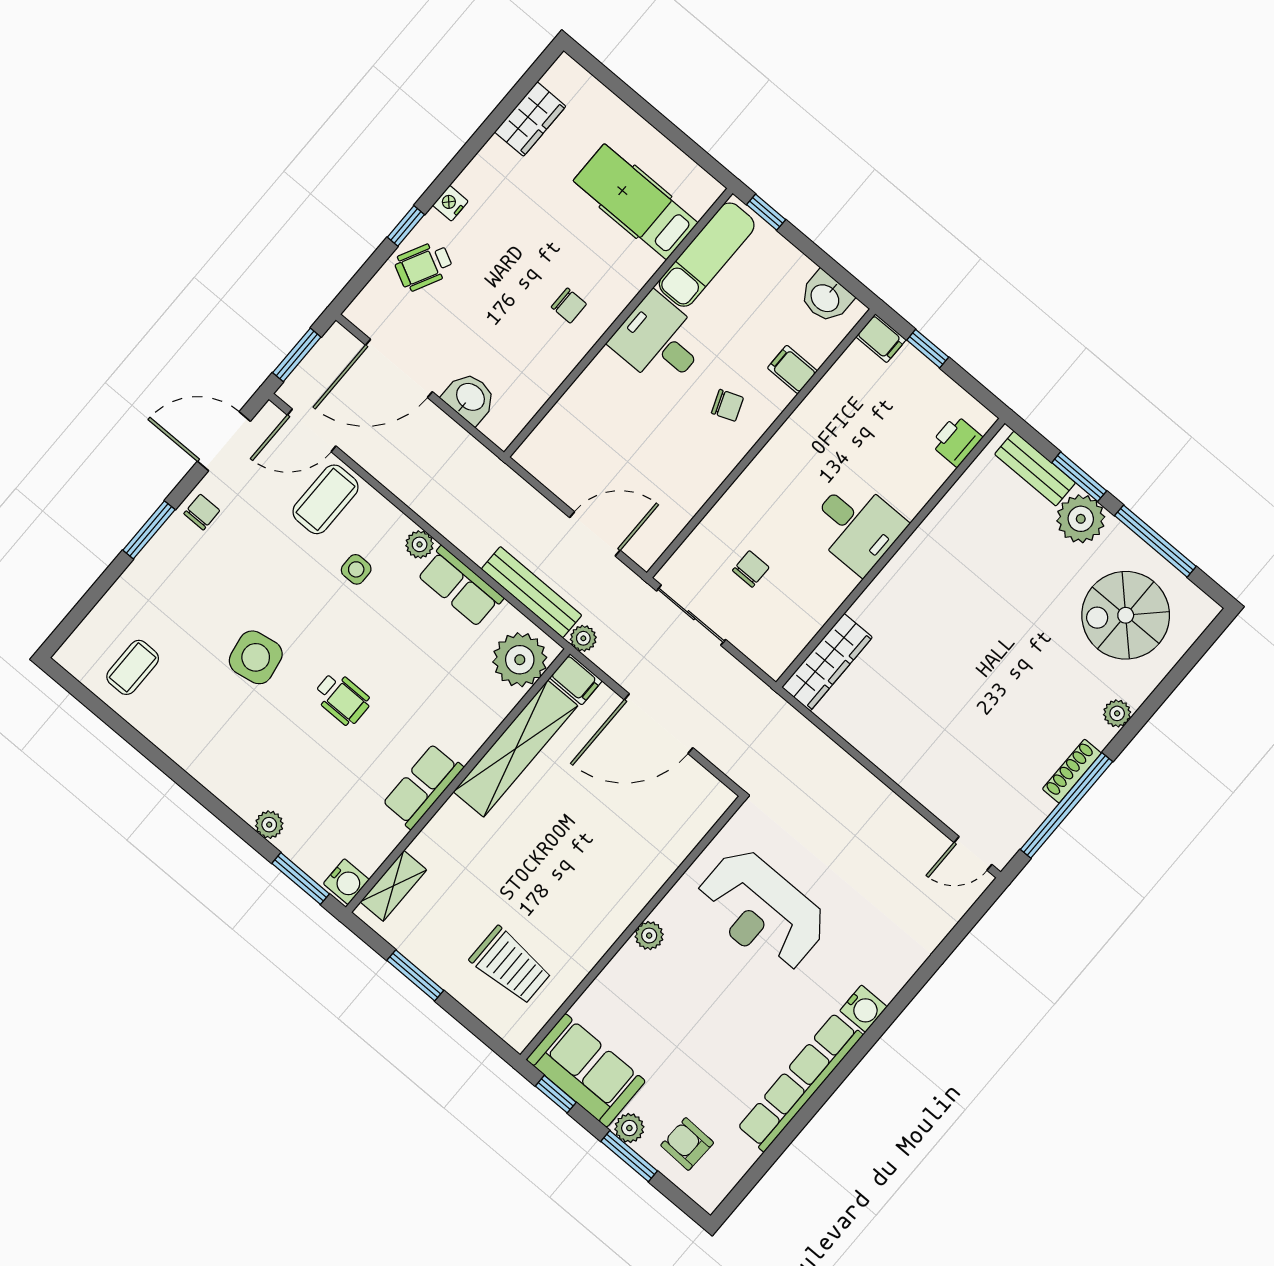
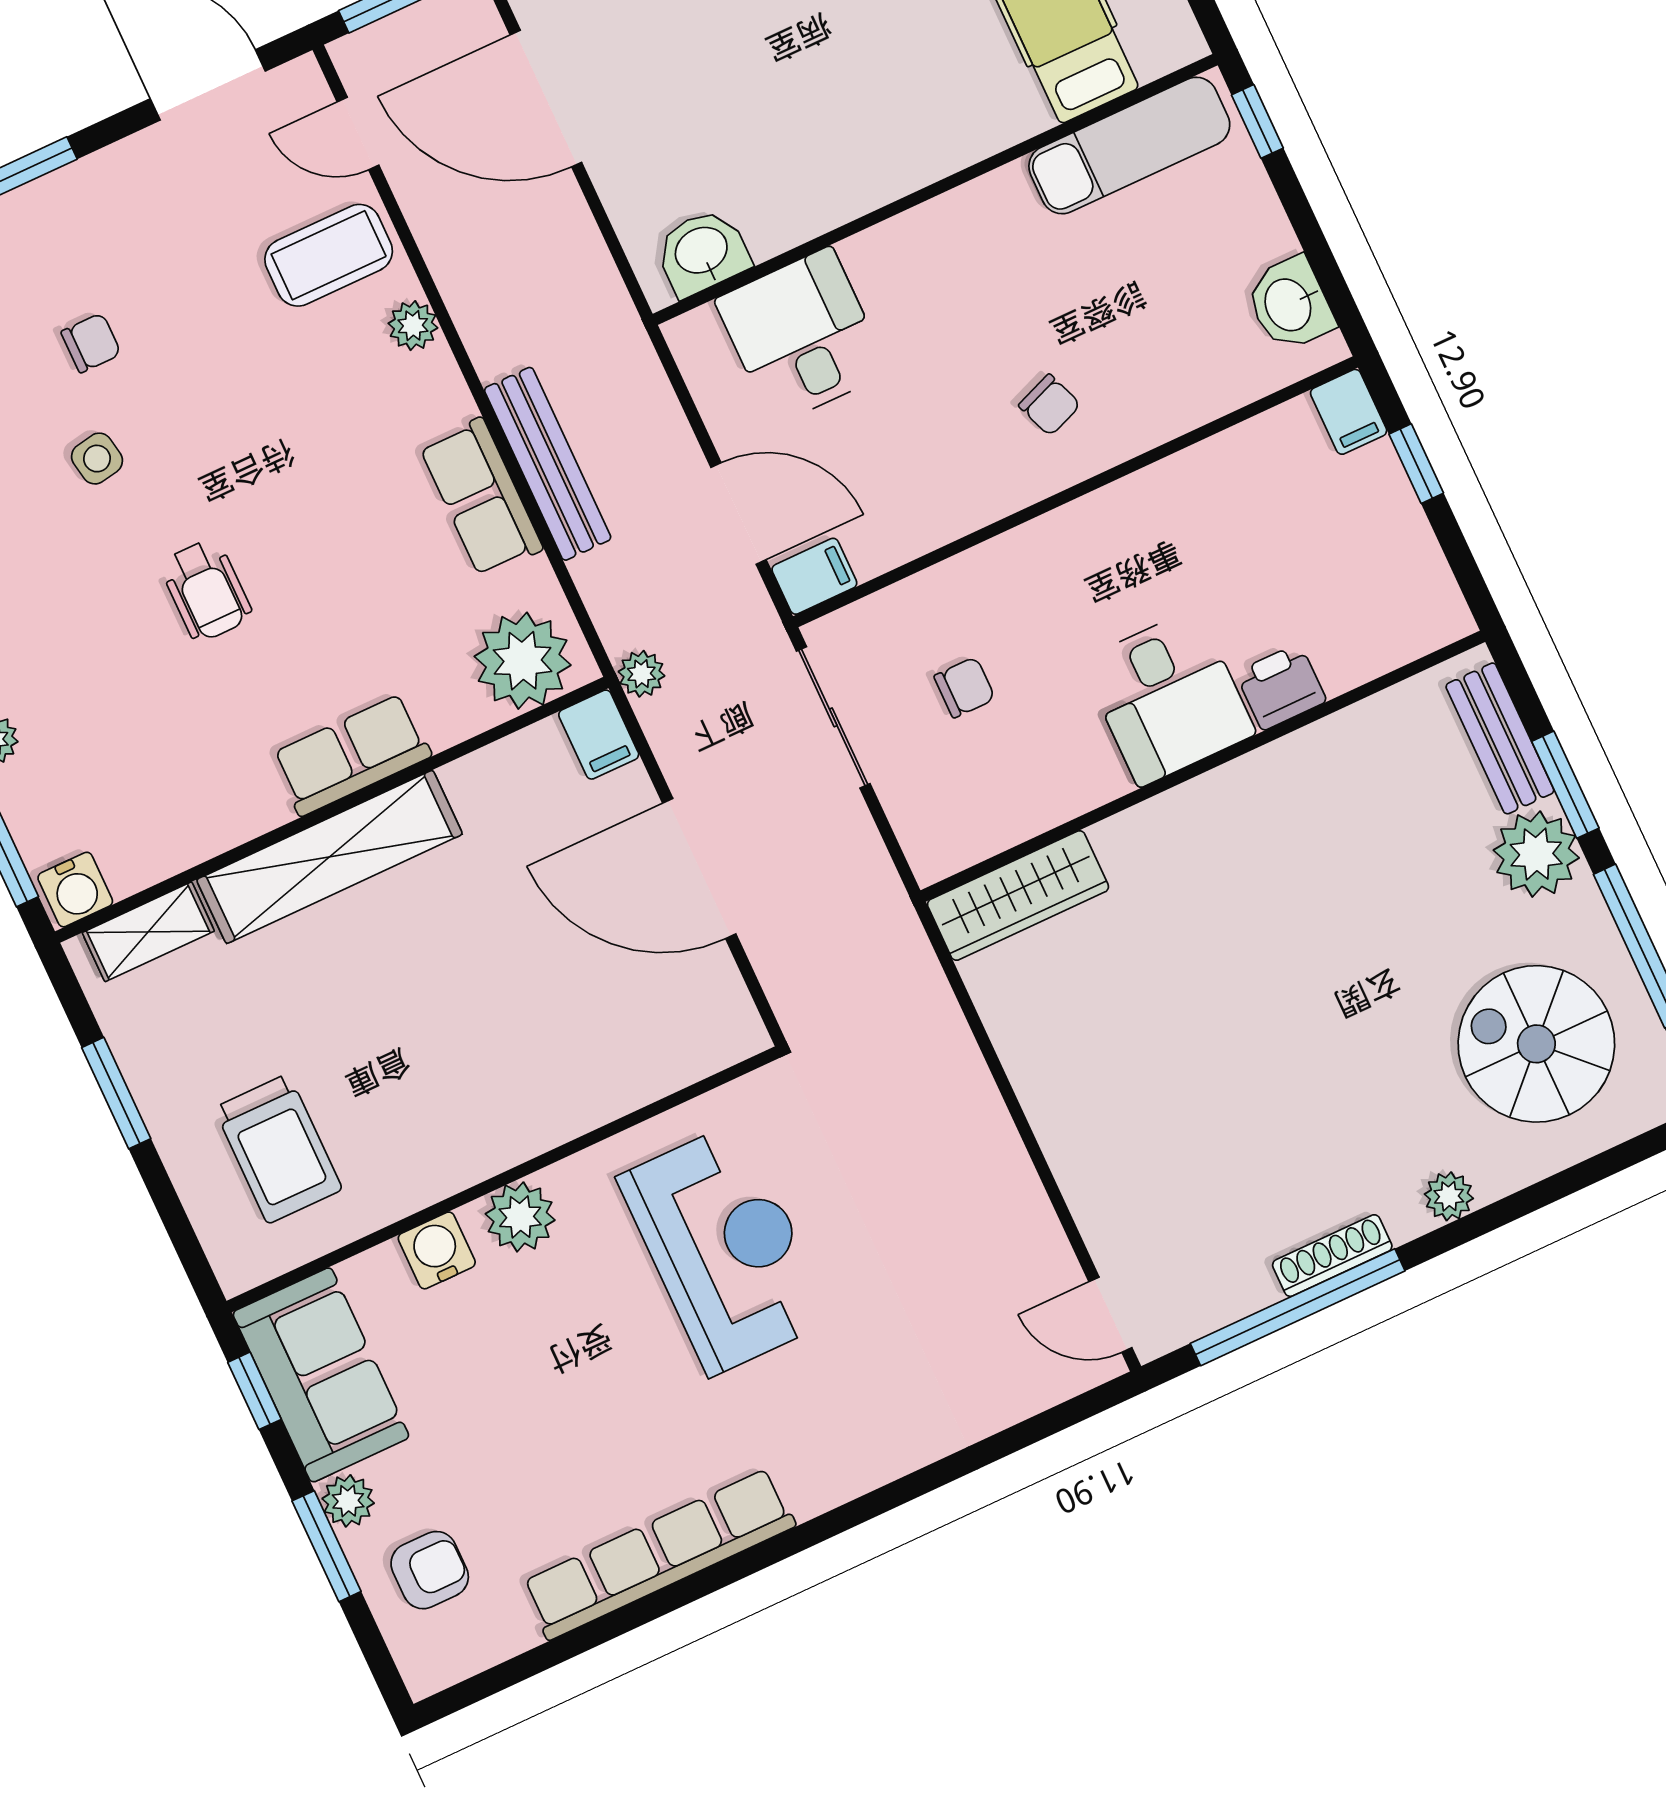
chair: (569, 306) -> (868, 124), removed
desk: (659, 341) -> (802, 336), moved
filing cabinet: (792, 370) -> (814, 576), moved, turned 90
washbasin: (470, 398) -> (702, 252), moved, turned -90
door: (312, 430) -> (358, 133), width x0.73
printer: (956, 441) -> (1281, 687), moved
chair: (202, 512) -> (91, 343), moved
plant: (420, 544) -> (413, 326), moved
side table: (356, 569) -> (326, 392), removed
bench: (532, 592) -> (548, 464), moved
side table: (256, 657) -> (97, 459), width x0.54, depth x0.54
shelving: (516, 749) -> (330, 857), moved
row of seats: (423, 786) -> (352, 755), moved
reception desk: (761, 911) -> (725, 1249), turned 180
plant: (649, 936) -> (520, 1217), width x1.38, depth x1.38
water cooler: (863, 1009) -> (437, 1250), moved, turned 180
armchair: (687, 1144) -> (430, 1570), turned 88

